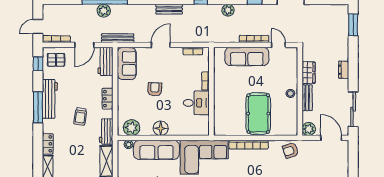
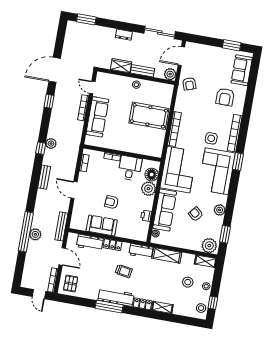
plant: (228, 10) -> (51, 144), moved
door: (278, 45) -> (92, 88), hinge flipped
workbench: (105, 61) -> (90, 243), moved
sofa: (127, 63) -> (102, 226), moved
window: (38, 64) -> (71, 300), removed
workbench: (50, 99) -> (116, 297), moved
plant: (132, 128) -> (148, 189), moved
floor lamp: (161, 128) -> (152, 175), moved
printer: (146, 130) -> (146, 216), added
armchair: (291, 150) -> (189, 84), moved

